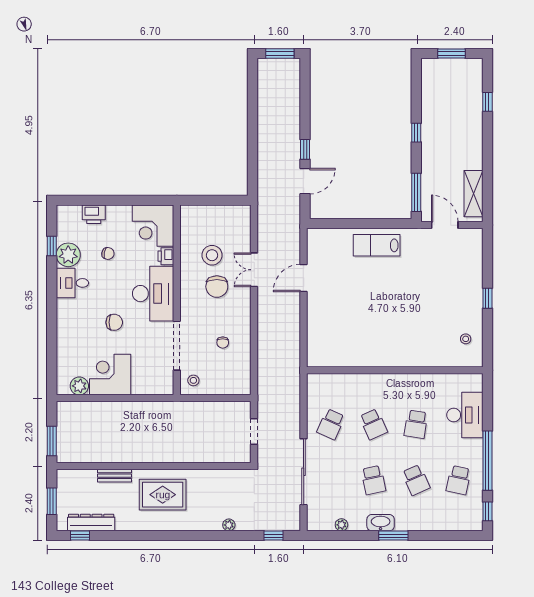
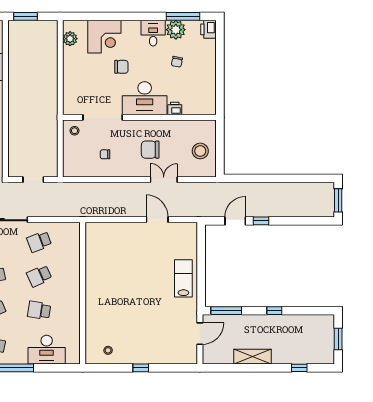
door: (305, 181) -> (235, 221), swing flipped
shelving: (473, 194) -> (253, 357), moved
printer: (94, 214) -> (208, 29), moved
corner desk: (153, 226) -> (199, 98), removed
window: (52, 246) -> (183, 16), width x2.17
stool: (212, 255) -> (200, 151), moved
chair: (114, 322) -> (121, 67), turned -90
corner desk: (110, 375) -> (104, 37), moved, turned 90
school desk: (331, 424) -> (39, 242), turned -45

